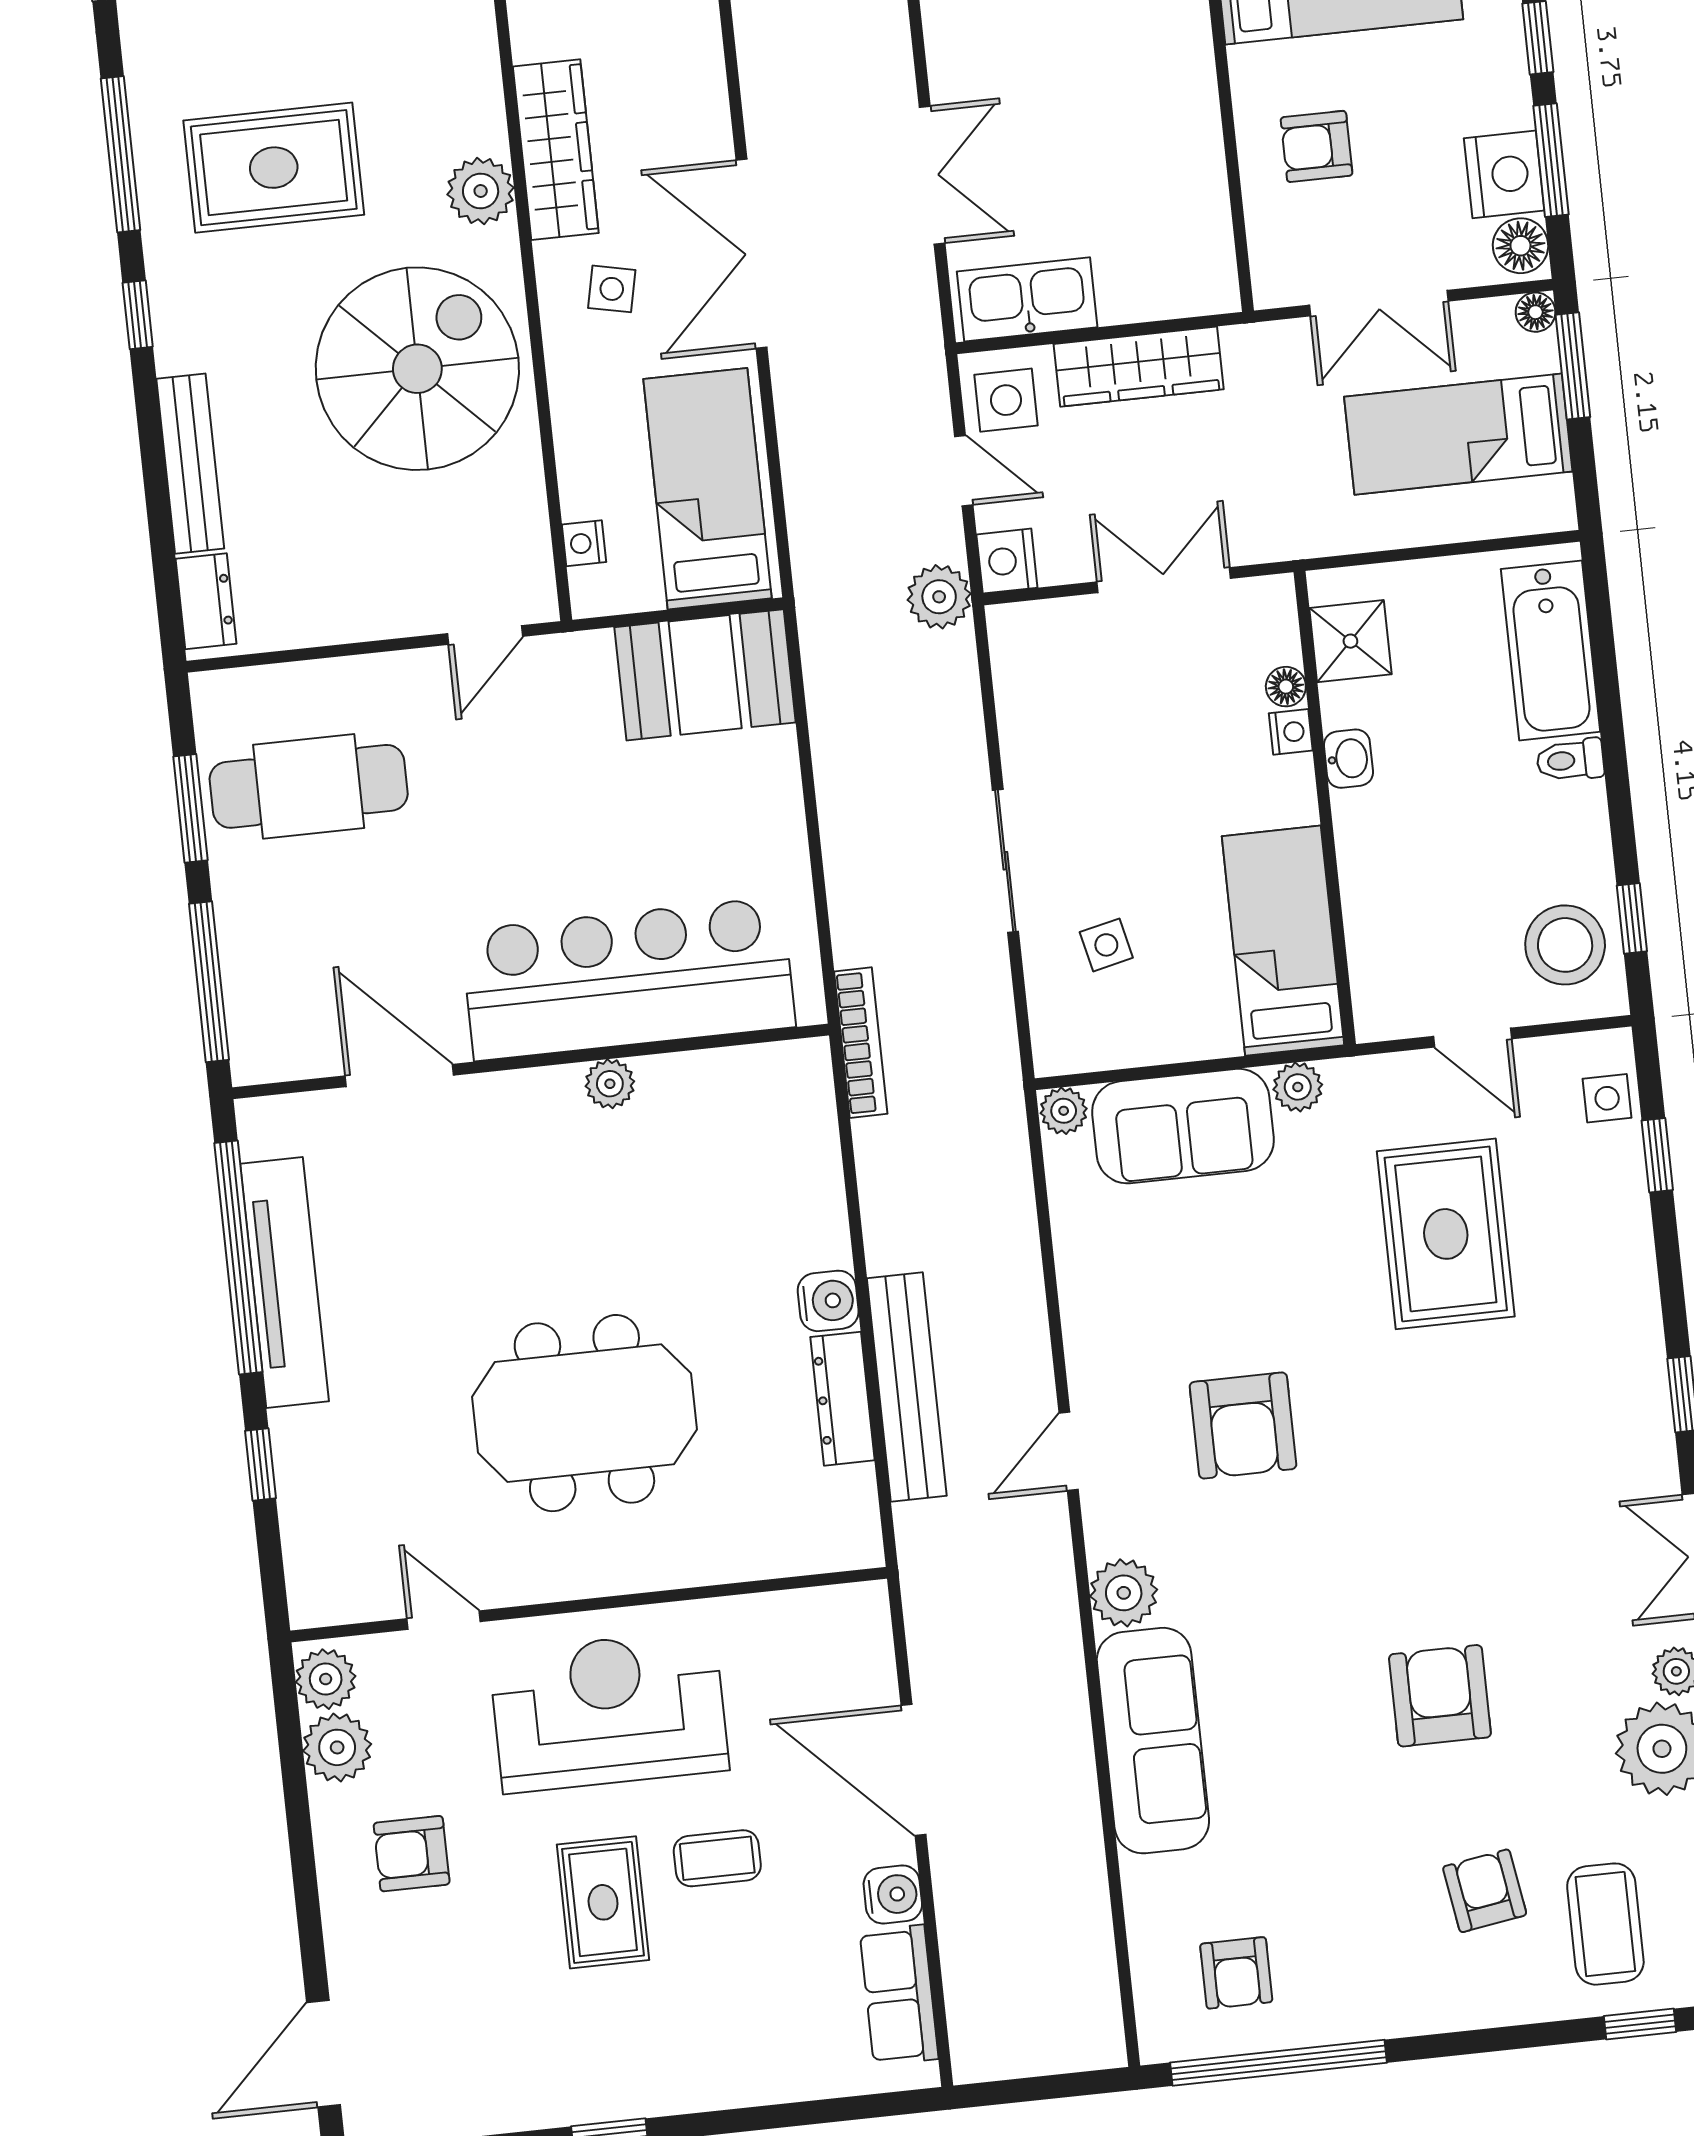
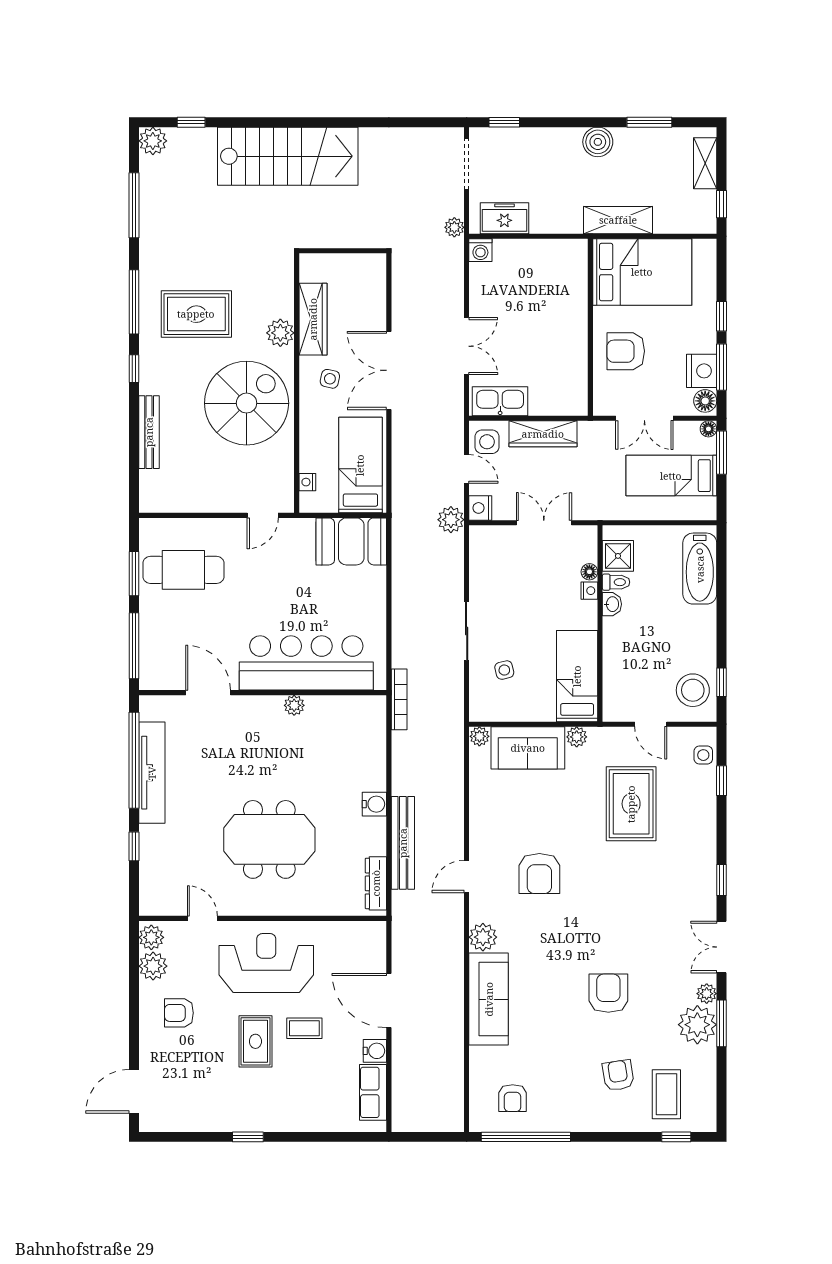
armchair: (1317, 146) -> (626, 351), width x1.38, depth x1.38
dresser: (206, 601) -> (149, 489), removed
toilet: (1570, 760) -> (616, 582), moved, turned 180
dresser: (842, 1399) -> (376, 883), moved

